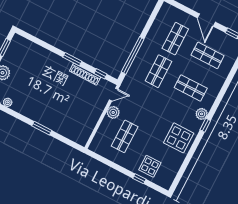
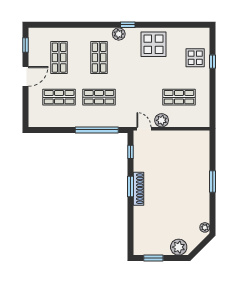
shoe rack: (85, 74) -> (139, 189), moved

